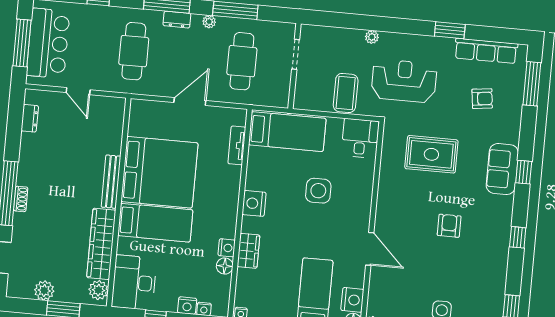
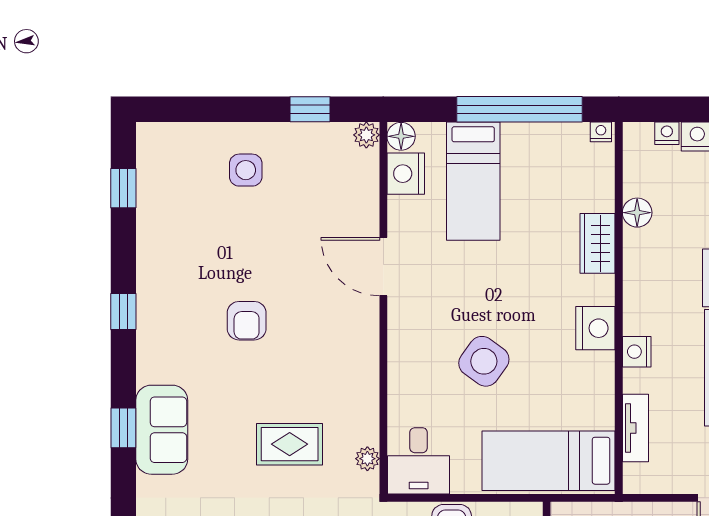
plant: (389, 142) -> (367, 459), added
rug: (431, 154) -> (290, 444), width x0.73, depth x0.70
side table: (318, 191) -> (484, 361), turned 36
nightstand: (227, 248) -> (637, 352), moved

